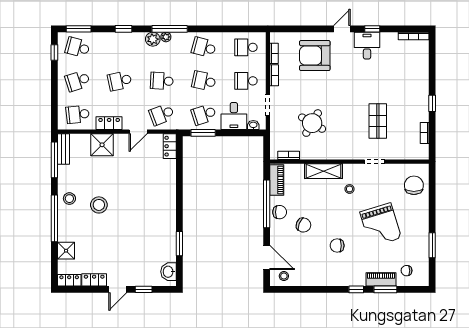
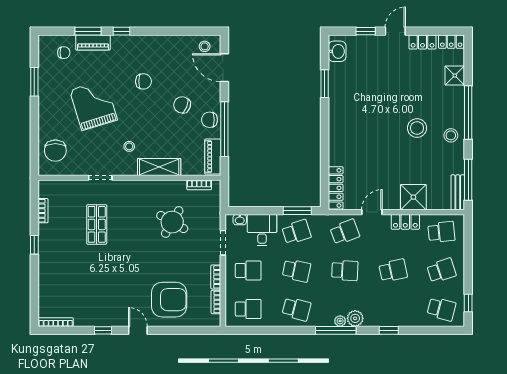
window: (79, 29) -> (440, 330), removed
door: (342, 29) -> (138, 330), swing flipped
desk: (367, 46) -> (109, 311), removed
locker: (170, 146) -> (336, 188), width x1.53

